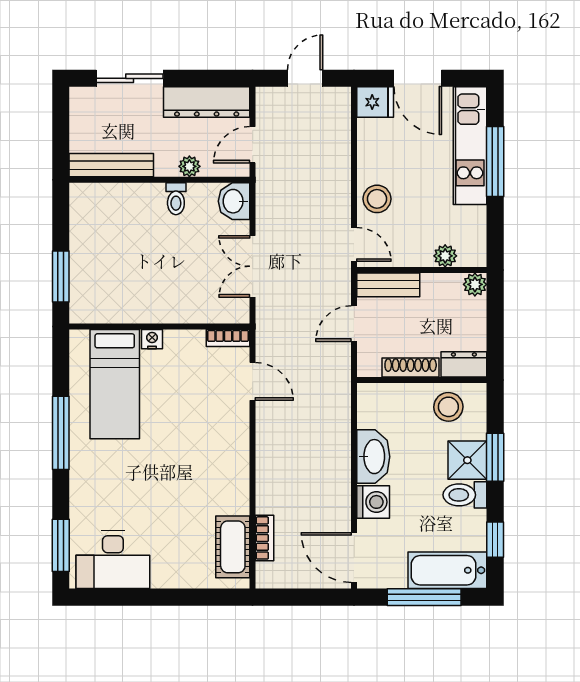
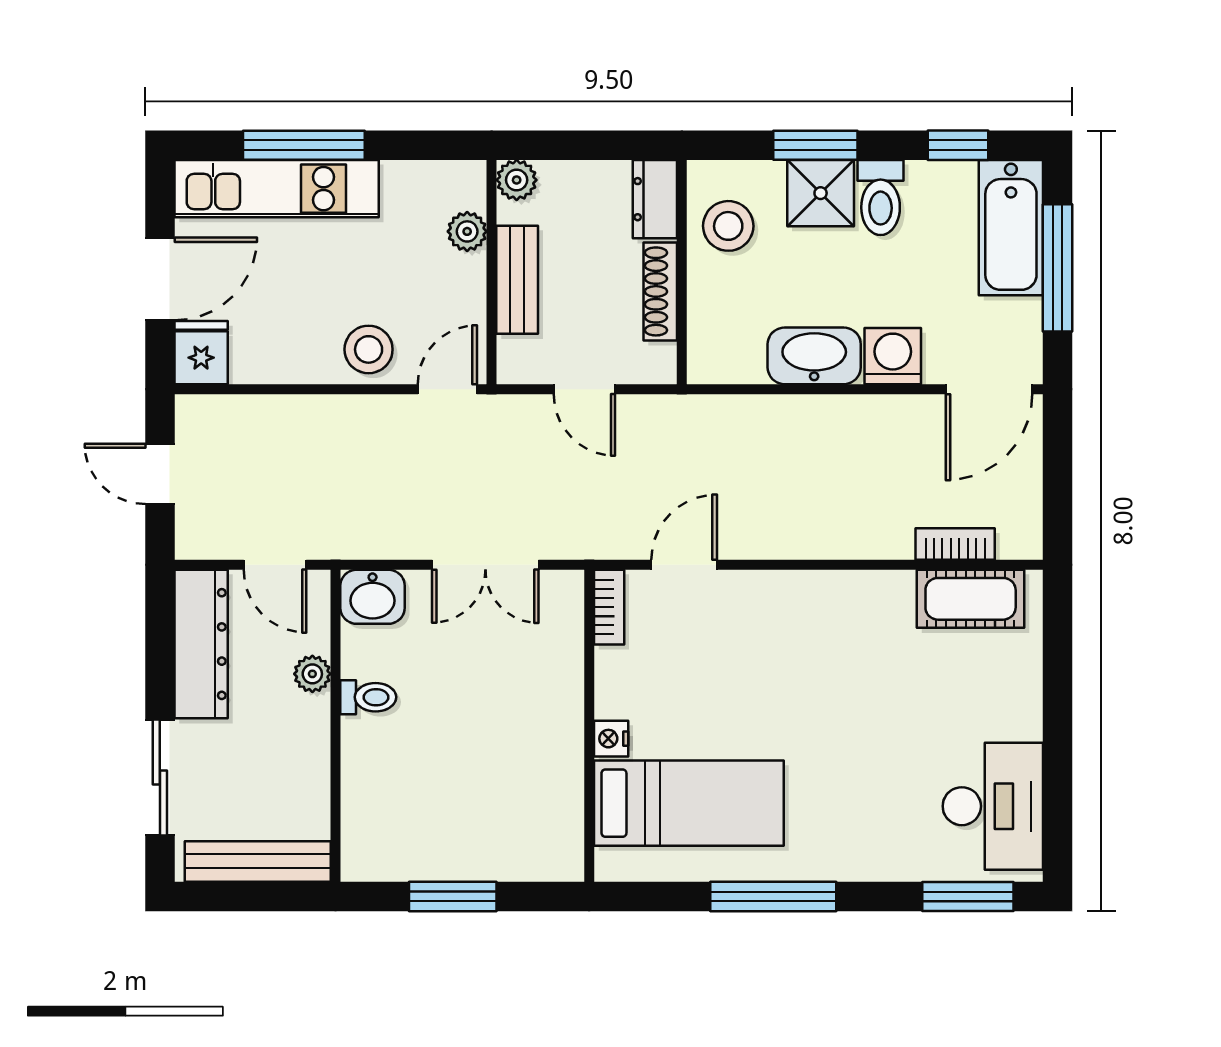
bench: (111, 165) -> (258, 861), moved, turned 90
window: (61, 276) -> (453, 896), moved
bench: (388, 285) -> (517, 280), moved

